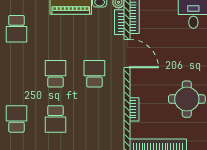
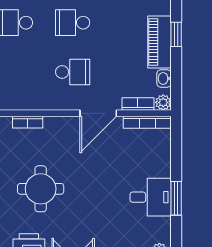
school desk: (55, 74) -> (73, 23), turned 180

